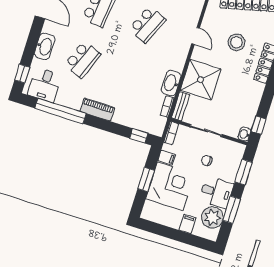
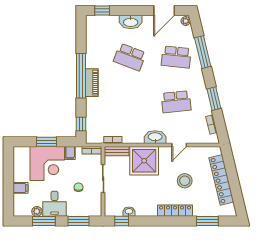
school desk: (147, 24) -> (176, 102), turned -30
washbasin: (171, 83) -> (155, 137), moved
desk: (45, 85) -> (99, 32), removed
window: (60, 111) -> (81, 76), moved
washbasin: (244, 134) -> (129, 212), moved
plant: (212, 217) -> (37, 211), width x0.53, depth x0.53

